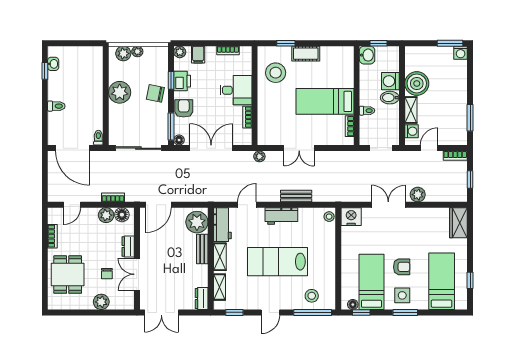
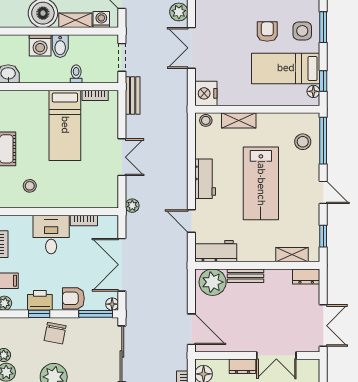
stool: (276, 73) -> (30, 186), width x0.53, depth x0.53
bench: (296, 196) -> (133, 95), moved
shelving: (220, 257) -> (239, 120), moved

